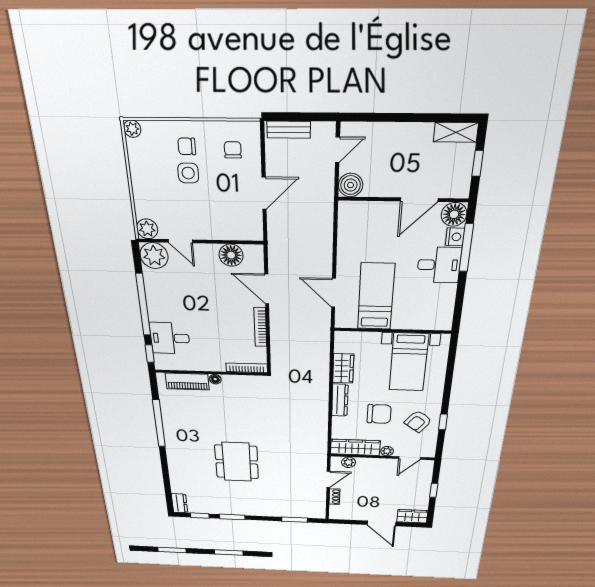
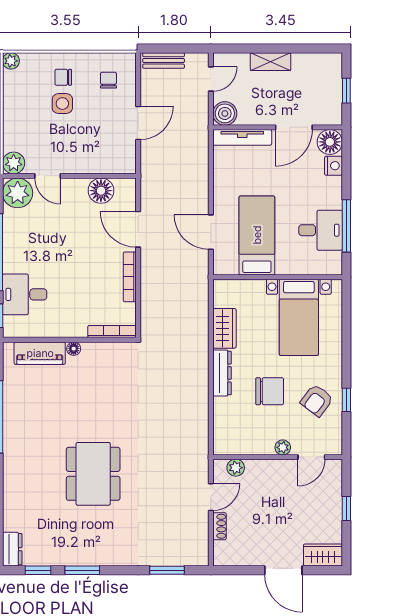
shelving: (456, 132) -> (271, 62), moved
tv unit: (367, 209) -> (242, 137), added
window: (466, 248) -> (346, 226), moved
desk: (439, 265) -> (321, 230), moved
wardrobe: (355, 447) -> (243, 443), removed

